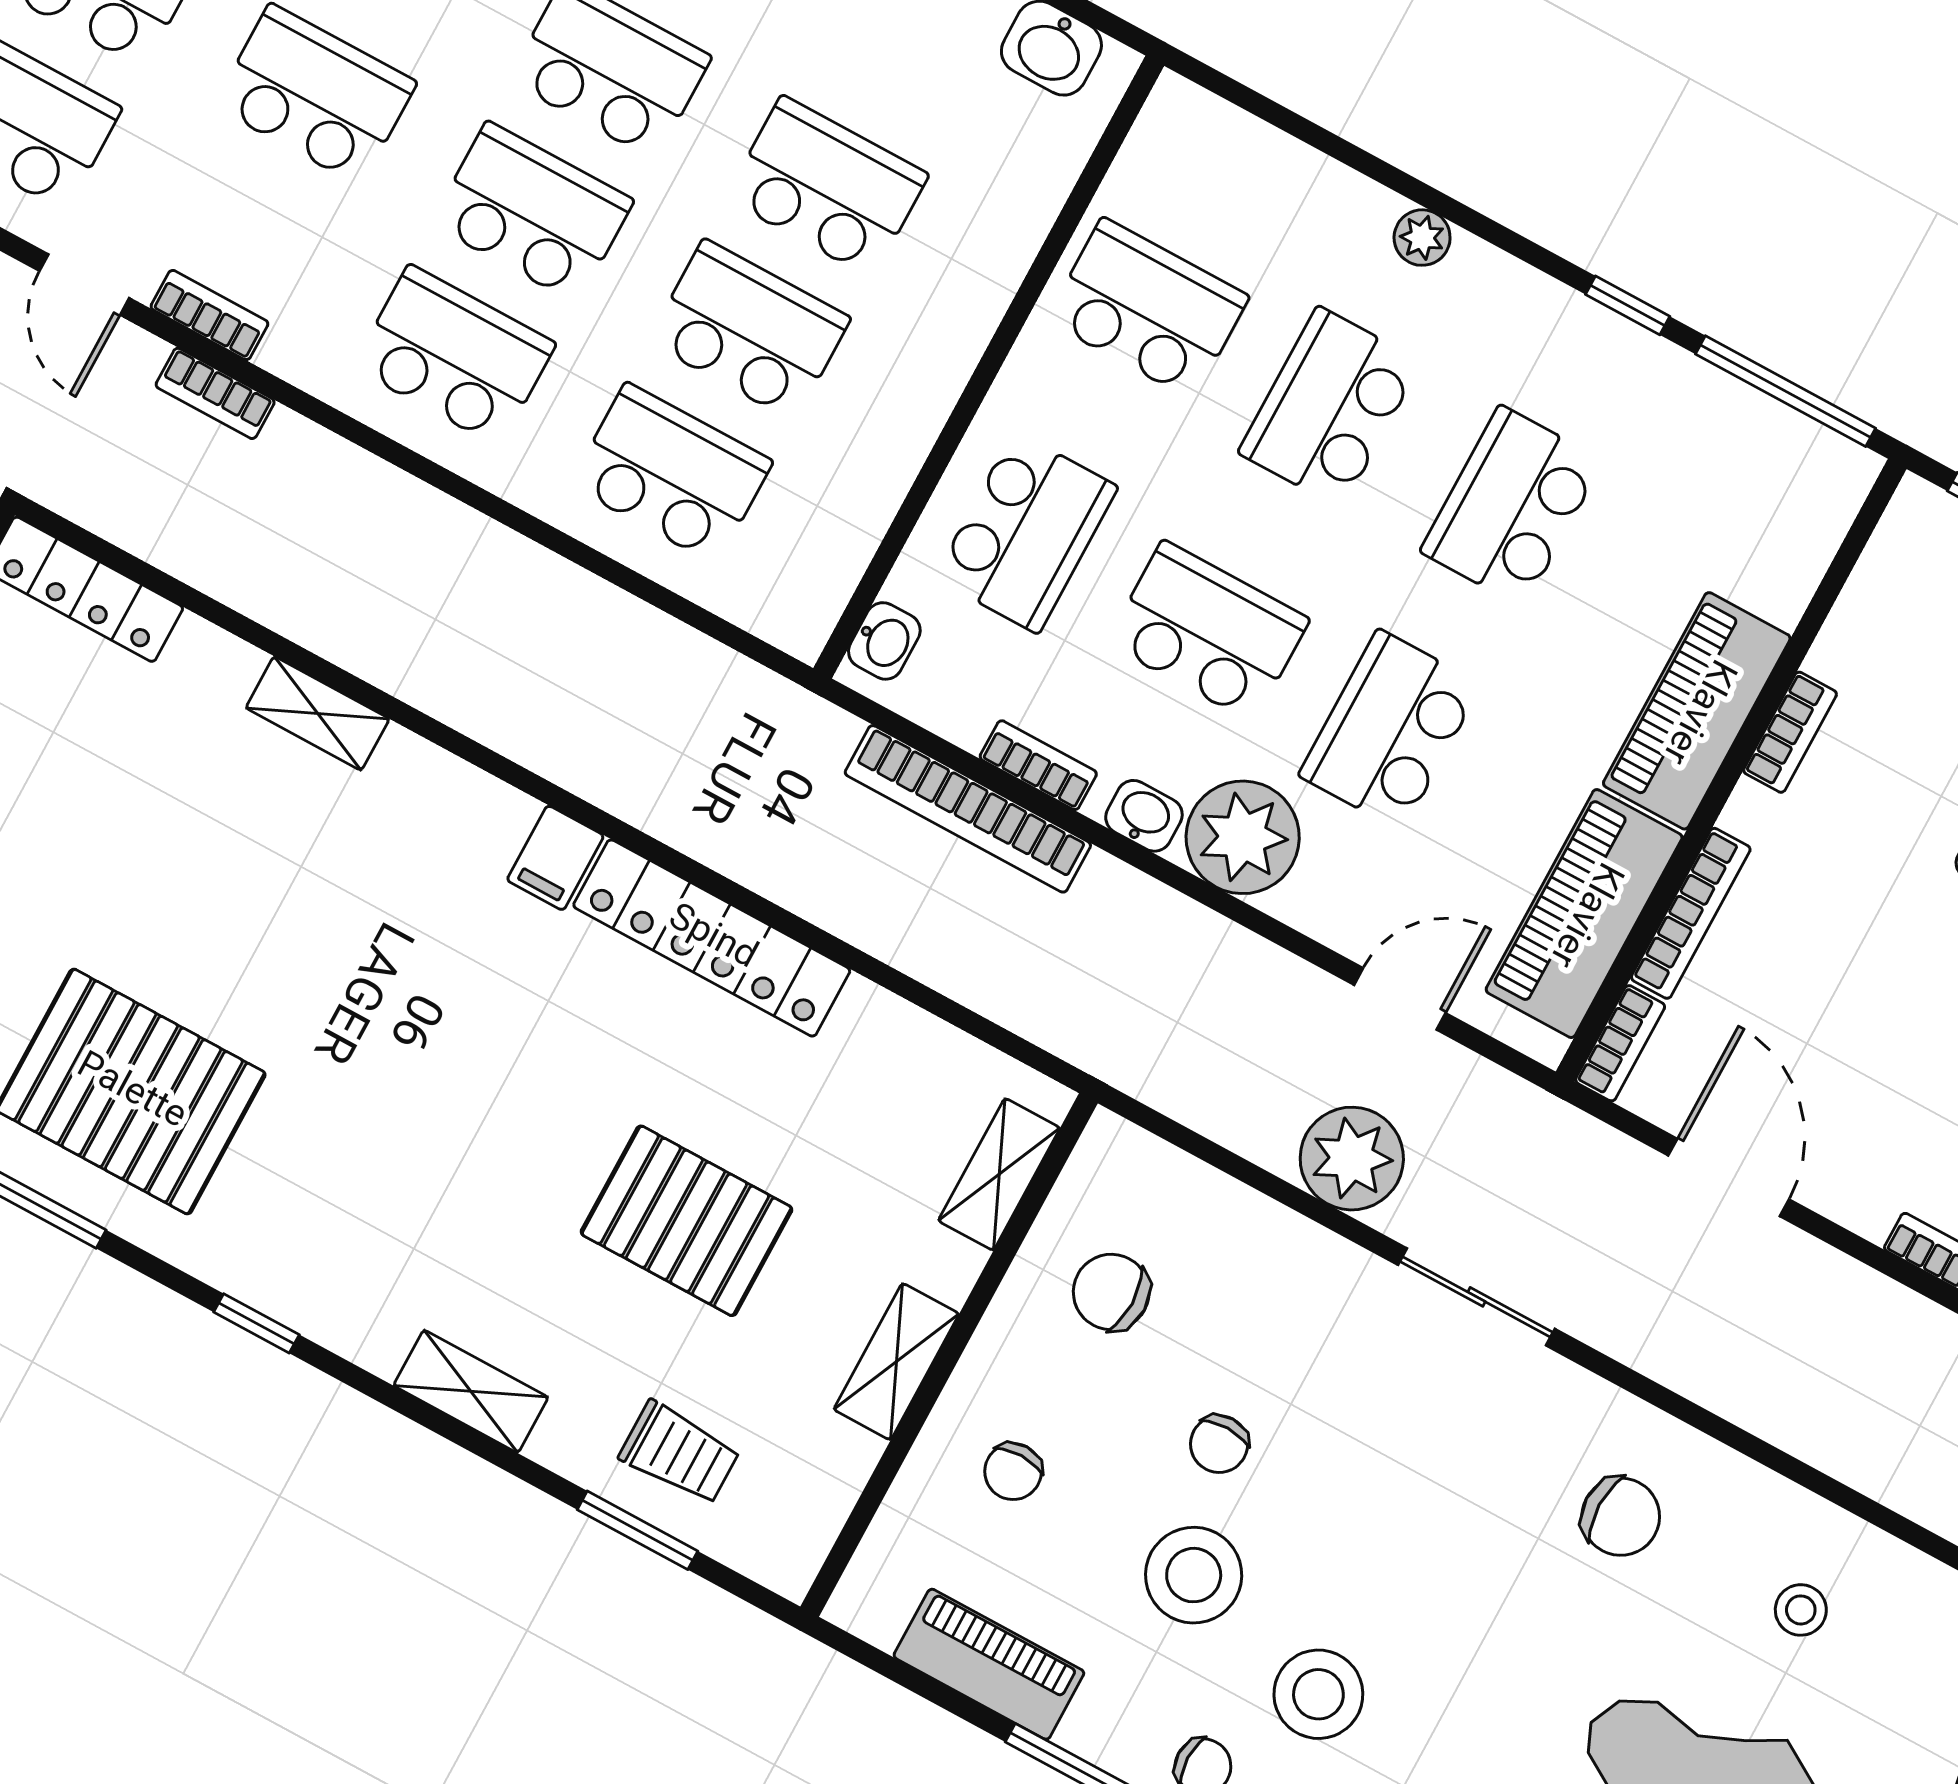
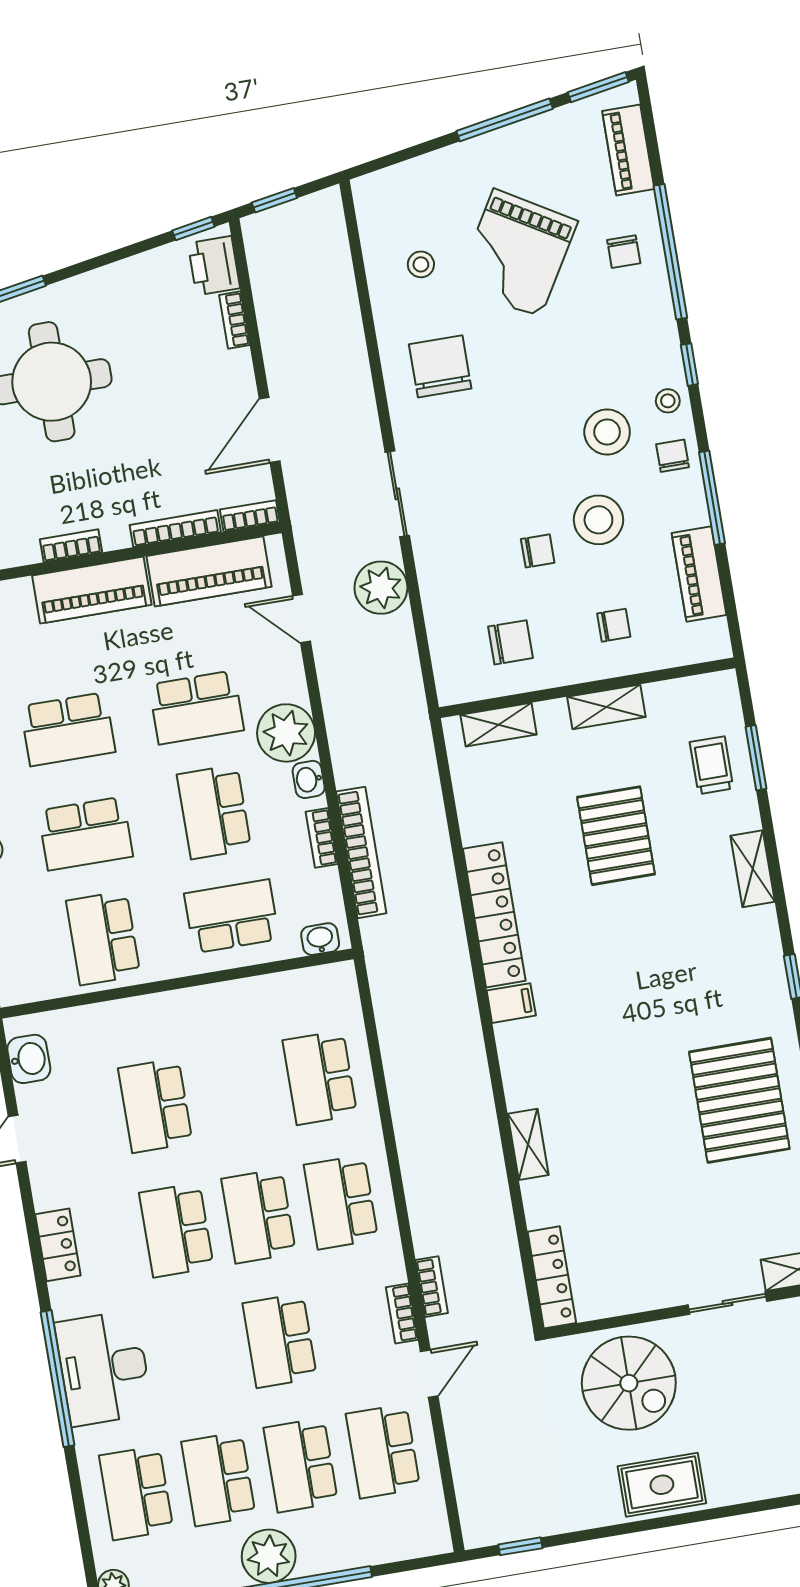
school desk: (749, 330) -> (238, 1092), removed
chair: (1111, 1292) -> (511, 642), turned -90
chair: (1621, 1517) -> (440, 366), width x1.37, depth x1.37

